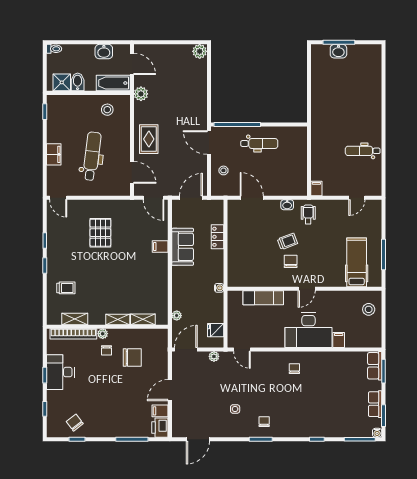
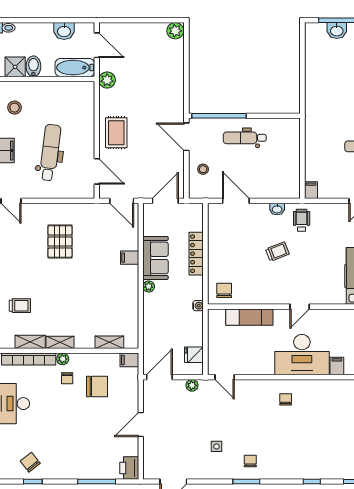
stool: (107, 110) -> (15, 108), moved
dental chair: (259, 143) -> (245, 138), turned 180
locker: (217, 237) -> (196, 254), width x1.53
chair: (291, 261) -> (224, 290), moved
plant: (177, 316) -> (149, 286), moved
shelving: (118, 319) -> (60, 342), moved
filing cabinet: (160, 411) -> (129, 360), moved

